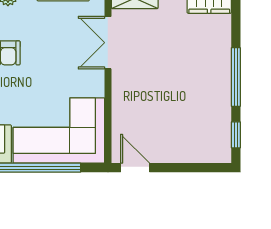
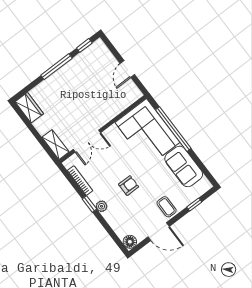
door: (135, 168) -> (127, 69), moved

